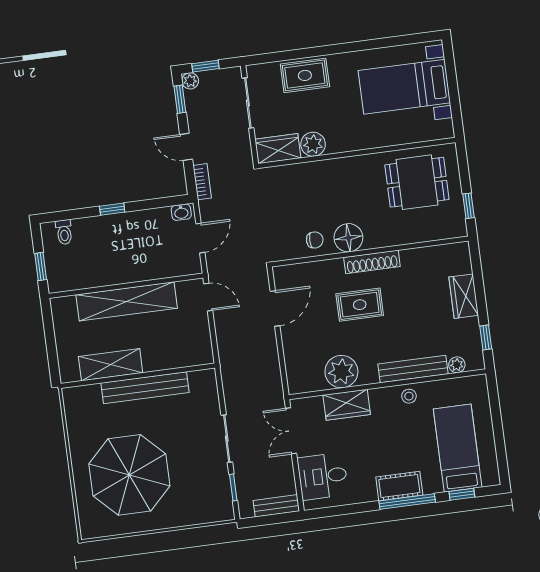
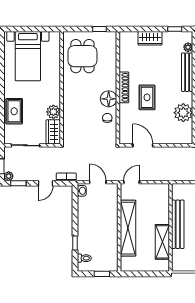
window: (112, 209) -> (75, 243), moved

